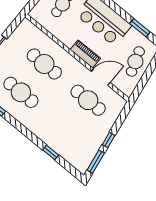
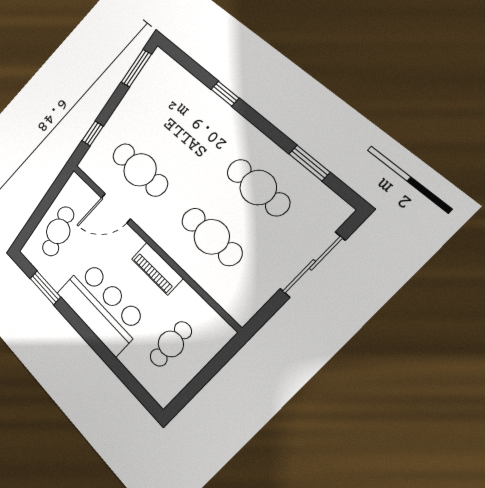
piano: (85, 54) -> (157, 269), moved
window: (109, 140) -> (93, 133), moved
window: (51, 152) -> (225, 94), moved

